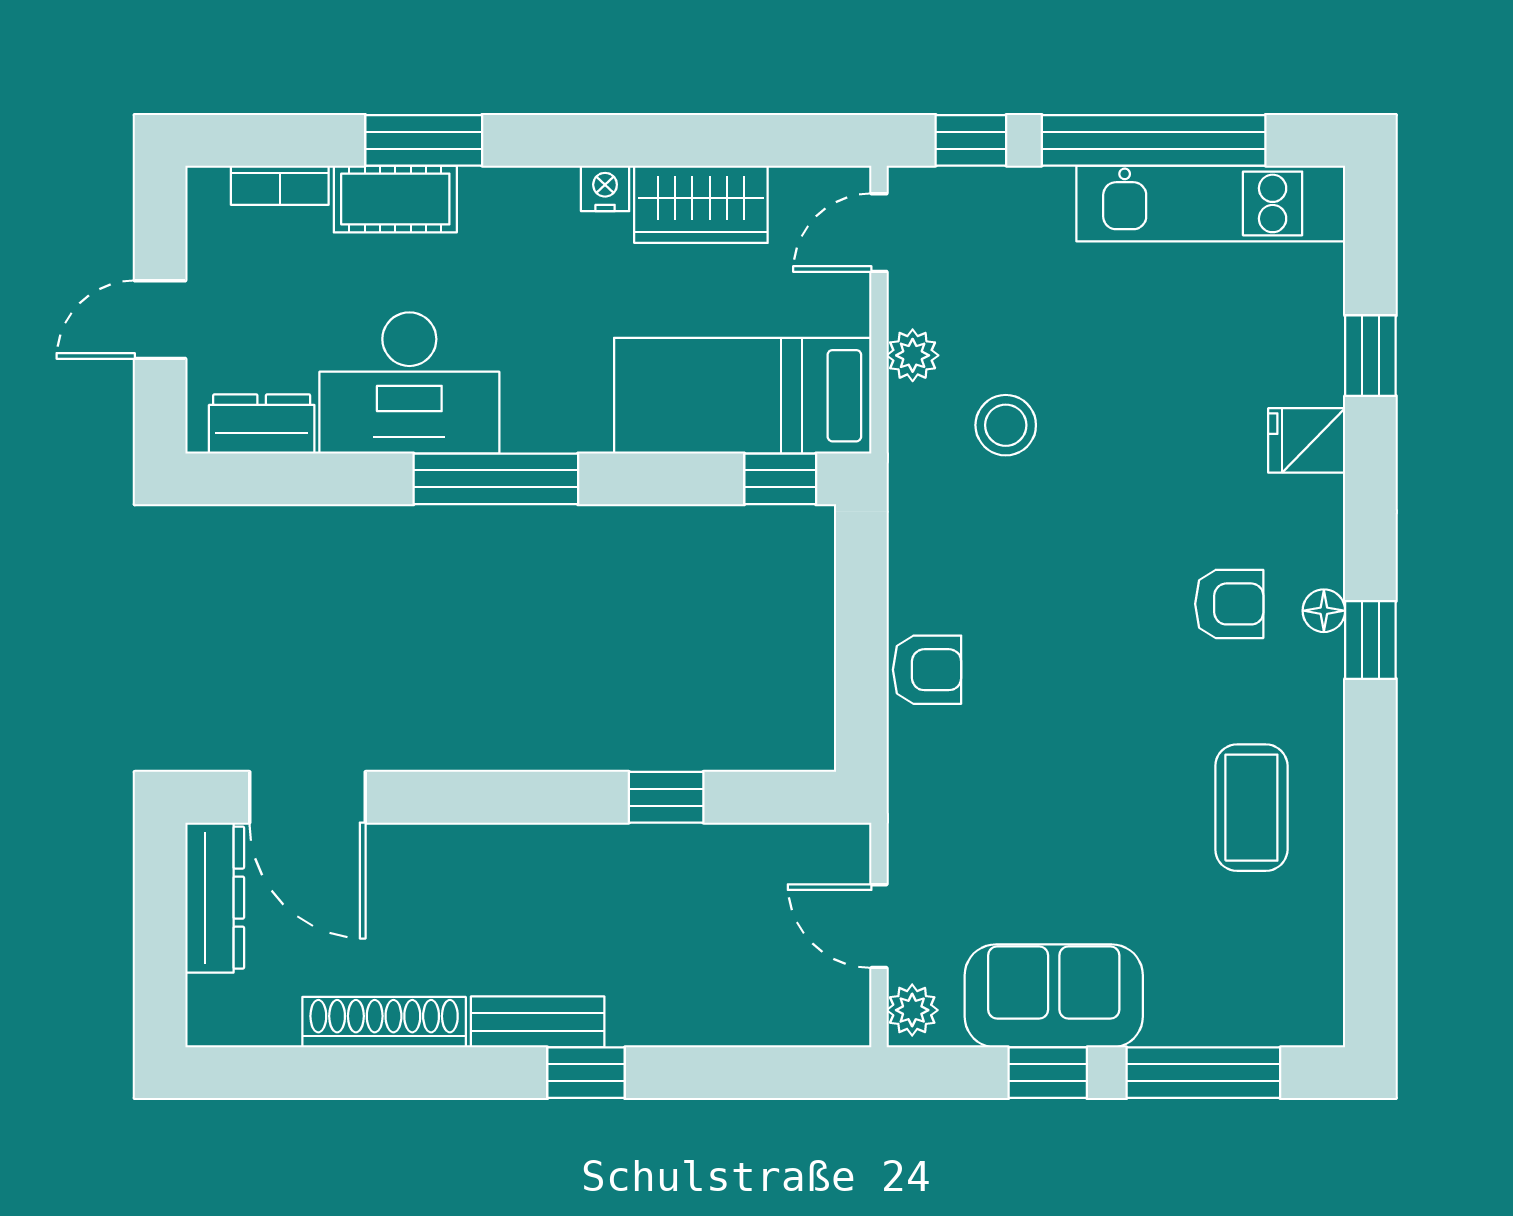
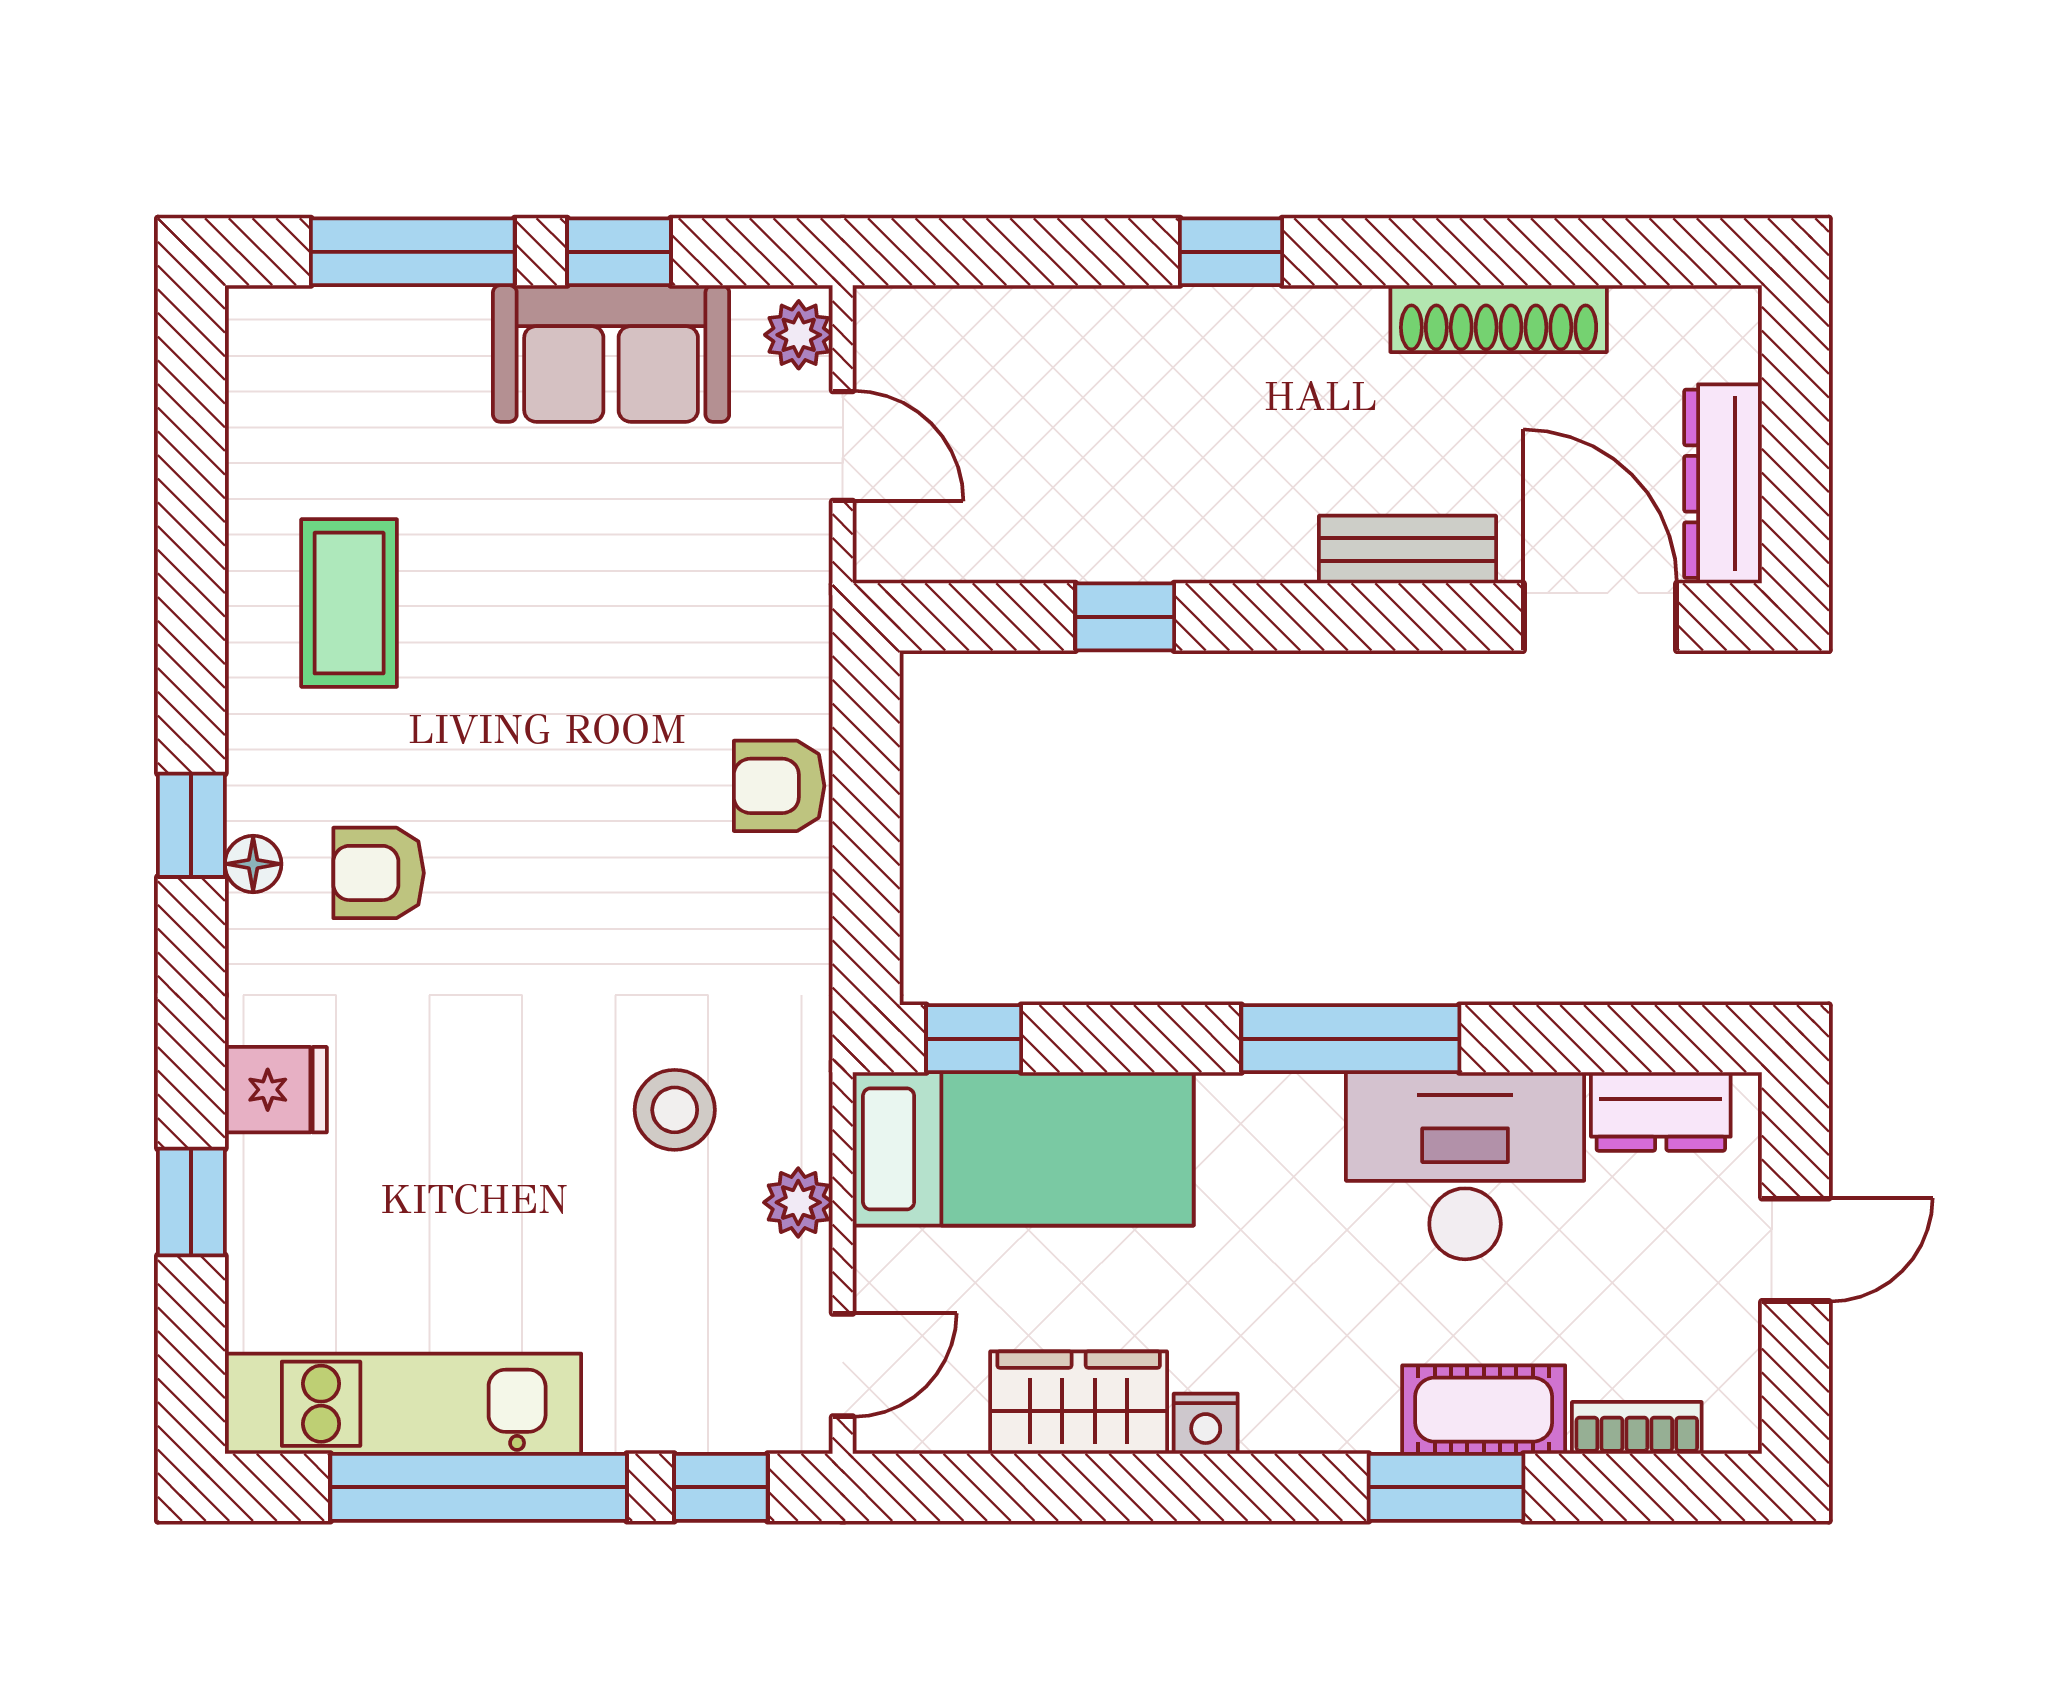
bench: (538, 1022) -> (1407, 549), moved

